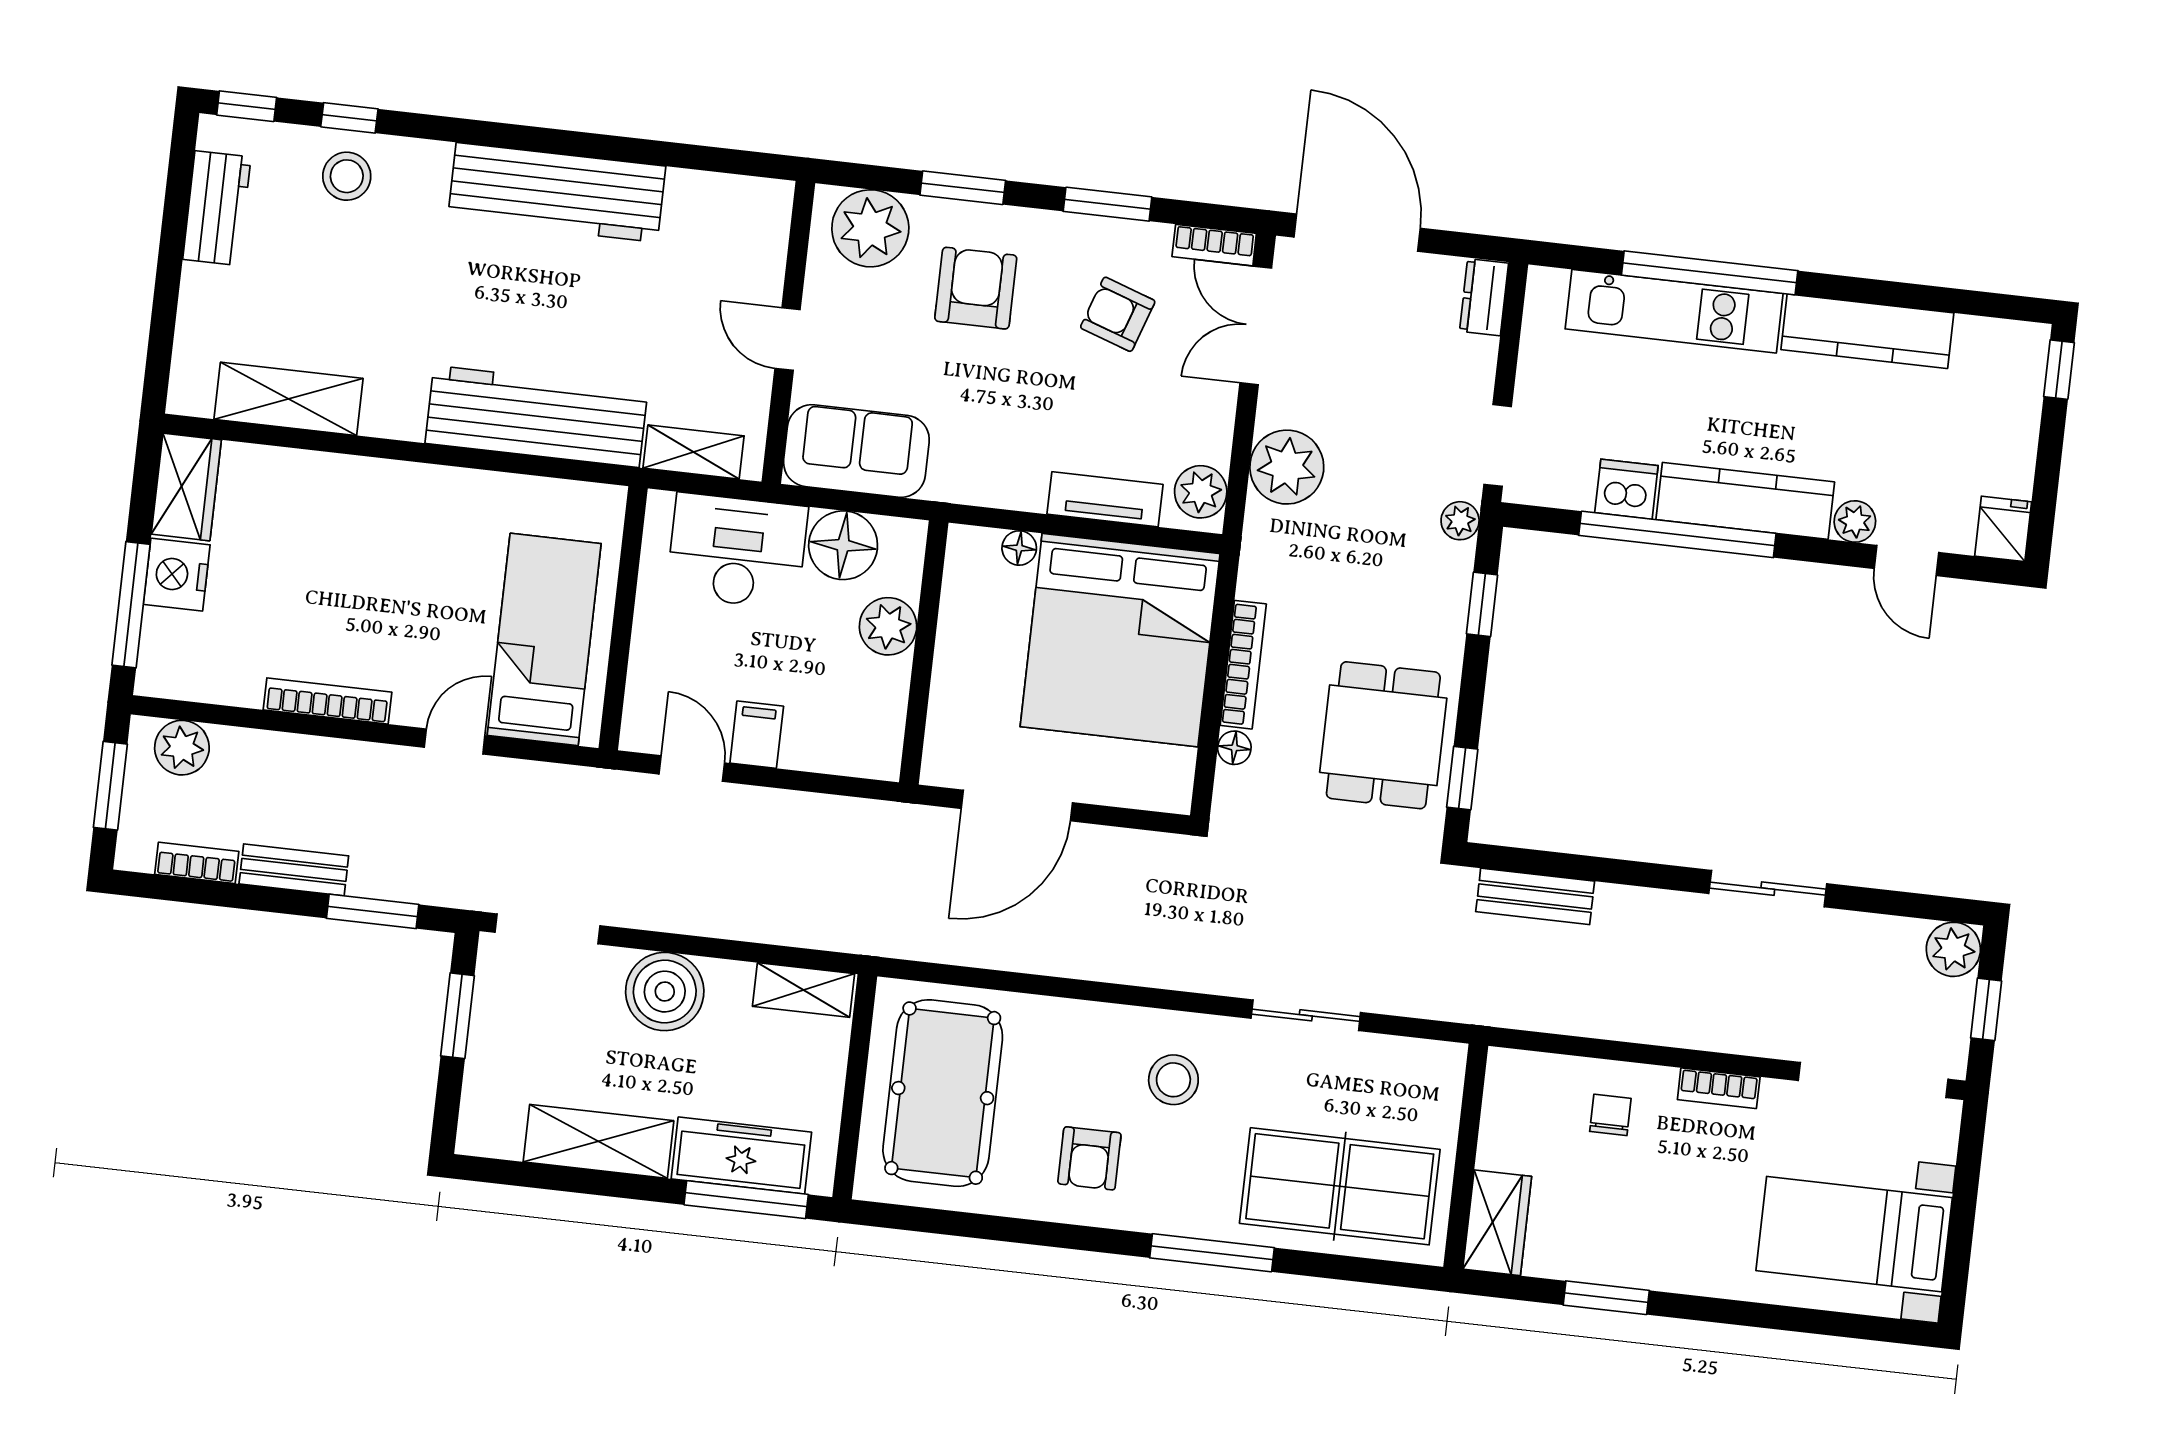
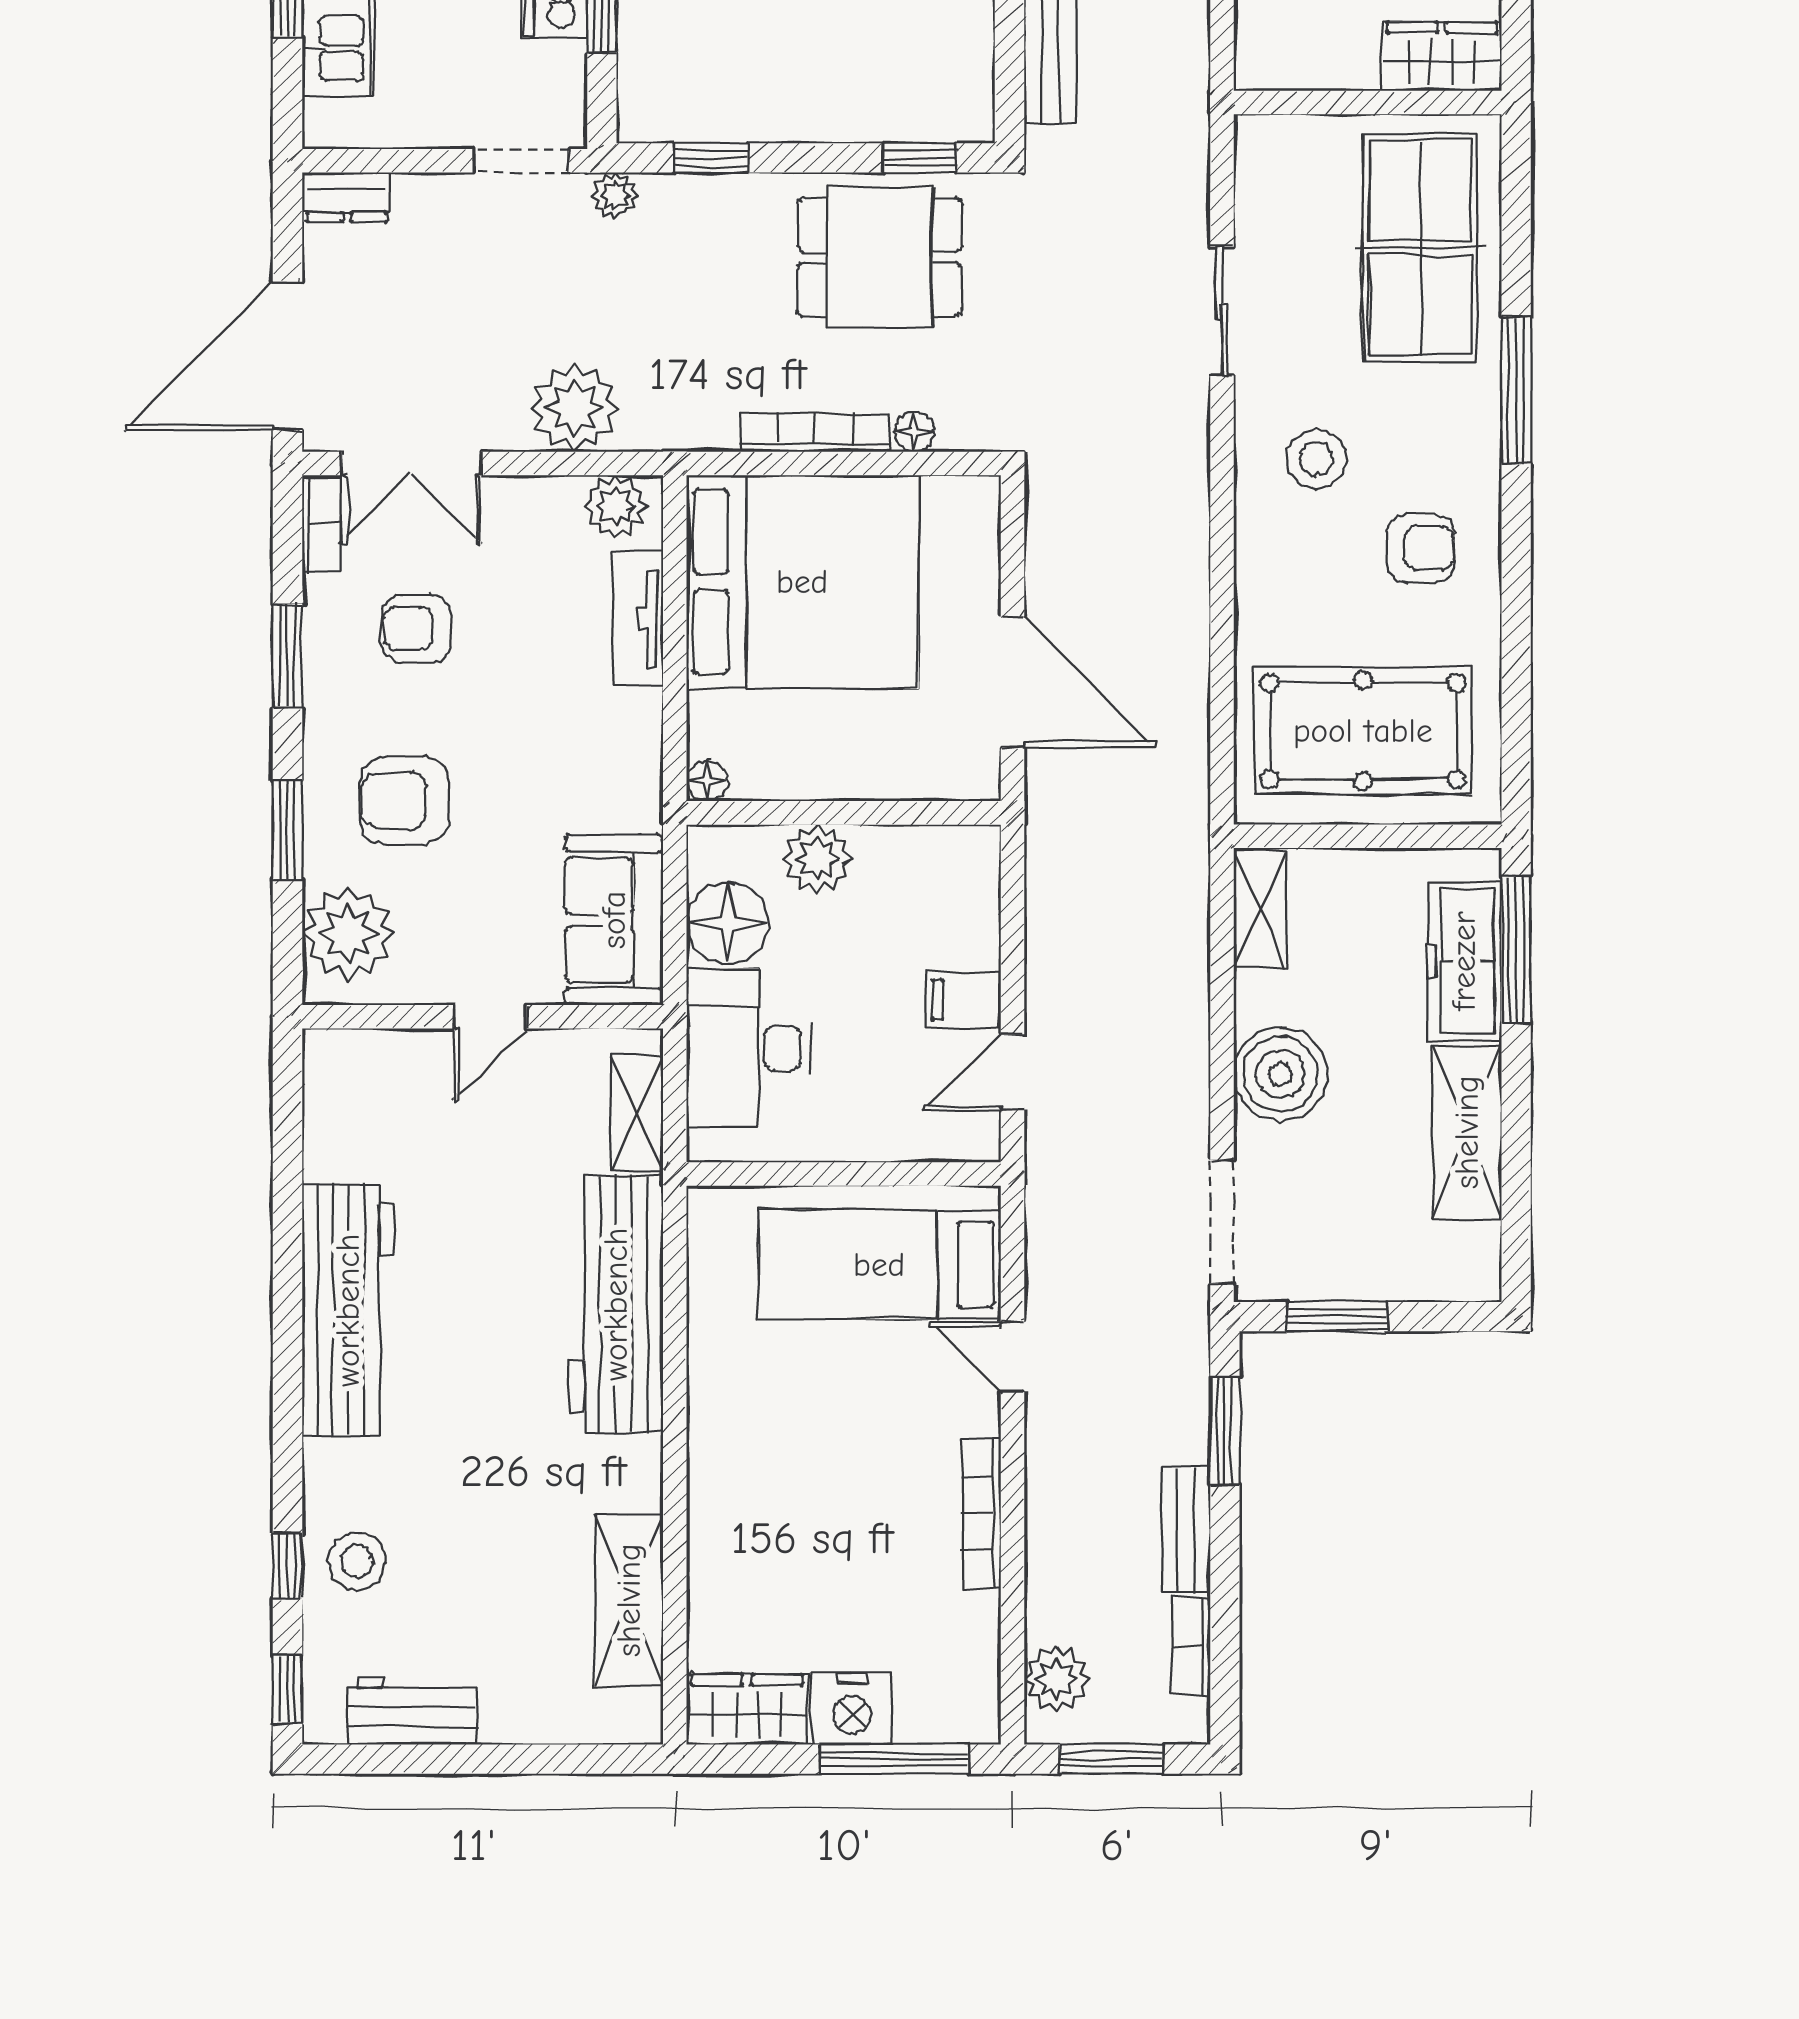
armchair: (1118, 314) -> (417, 629), turned 71
floor lamp: (1019, 548) -> (707, 781), moved

